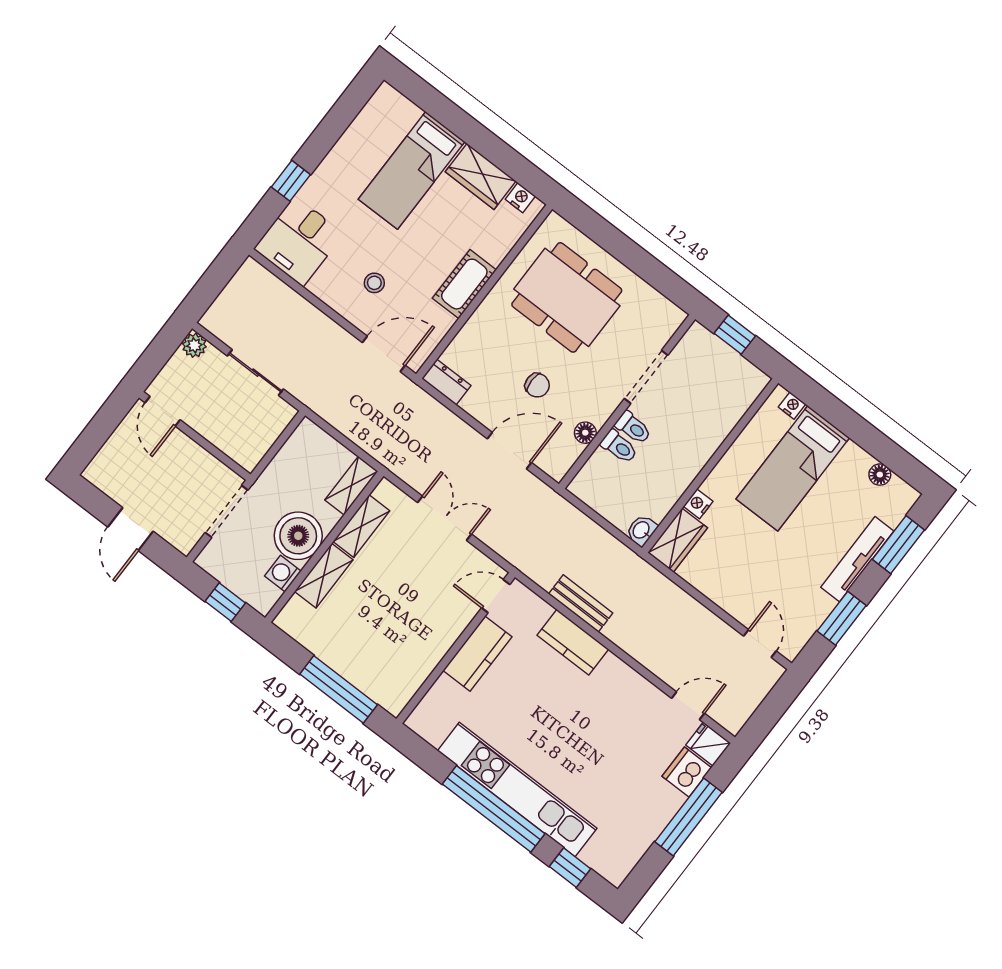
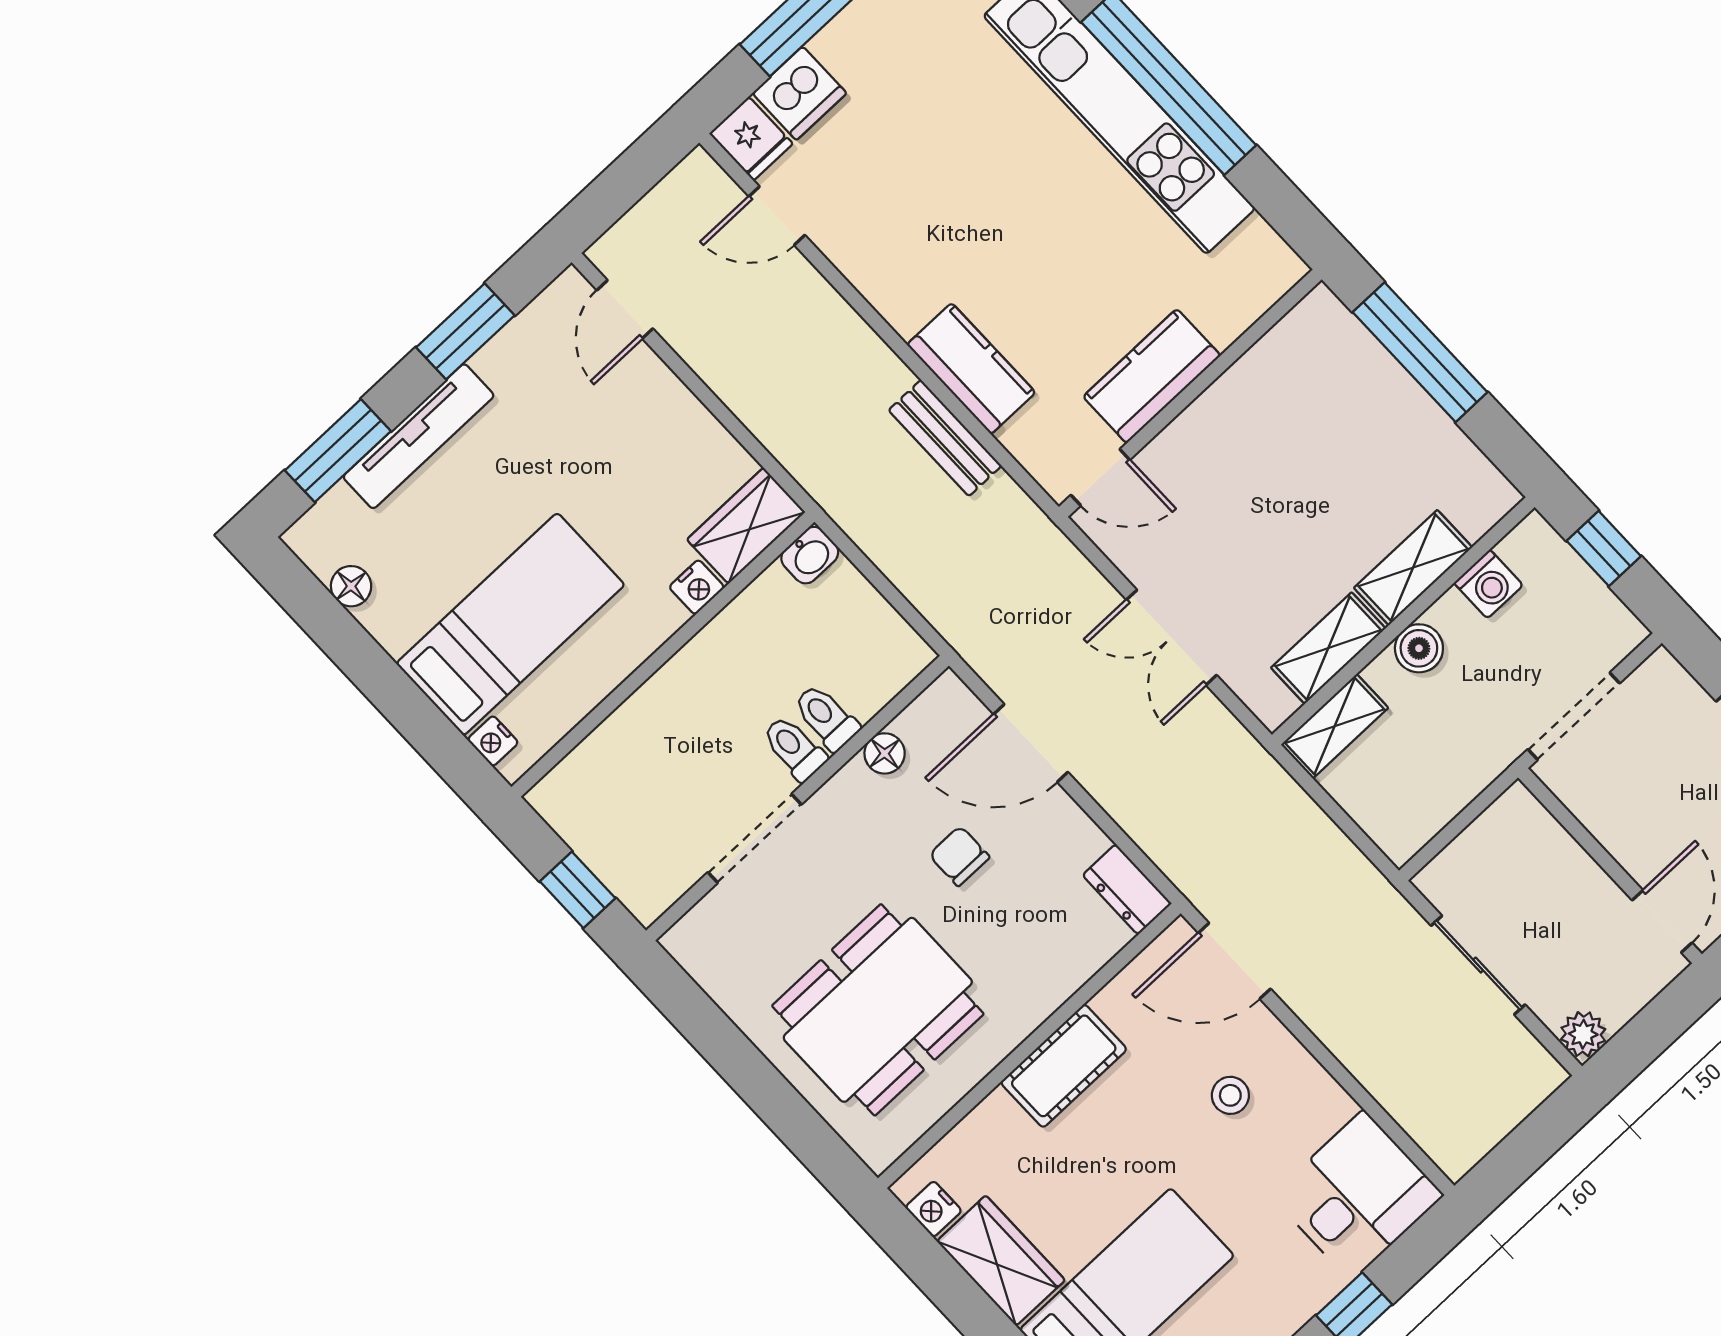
dining table: (567, 297) -> (878, 1010), turned 90
boiler: (298, 536) -> (1419, 648), width x0.54, depth x0.54

